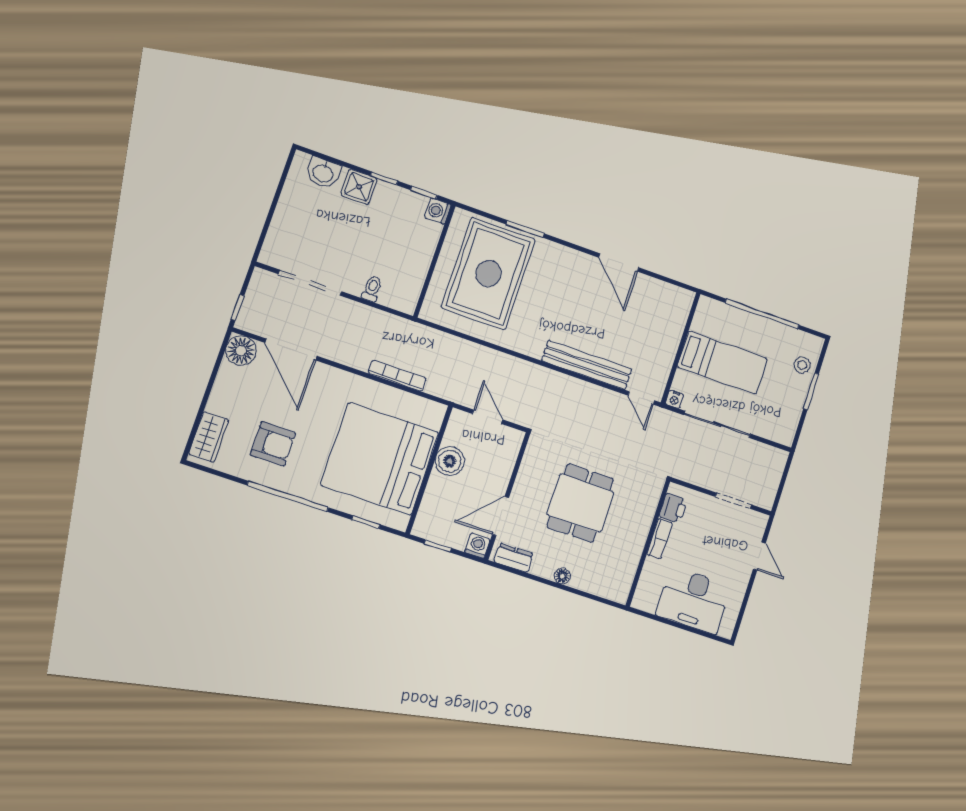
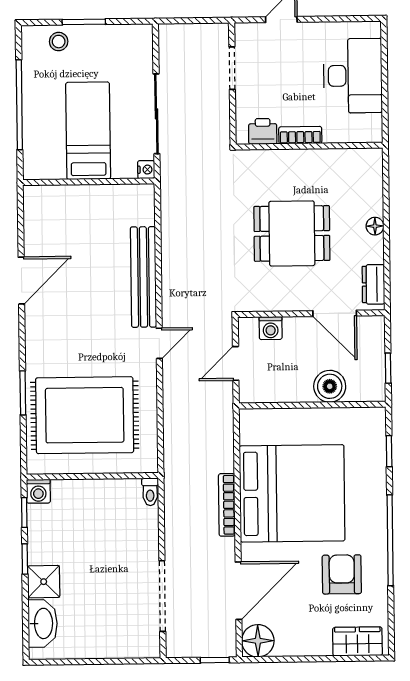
washbasin: (323, 173) -> (43, 623), width x1.38
toilet: (372, 289) -> (150, 492), moved, turned -90
bookcase: (397, 376) -> (227, 505), moved
door: (641, 398) -> (159, 343), moved
bed: (380, 459) -> (292, 493), moved, turned -90
boiler: (450, 461) -> (330, 386), moved
washing machine: (478, 546) -> (271, 328), moved, turned -90

